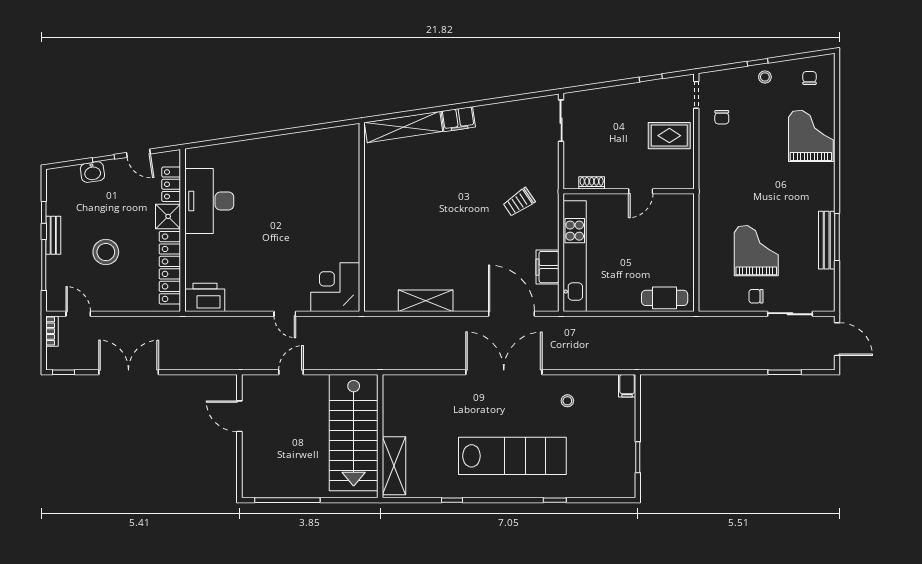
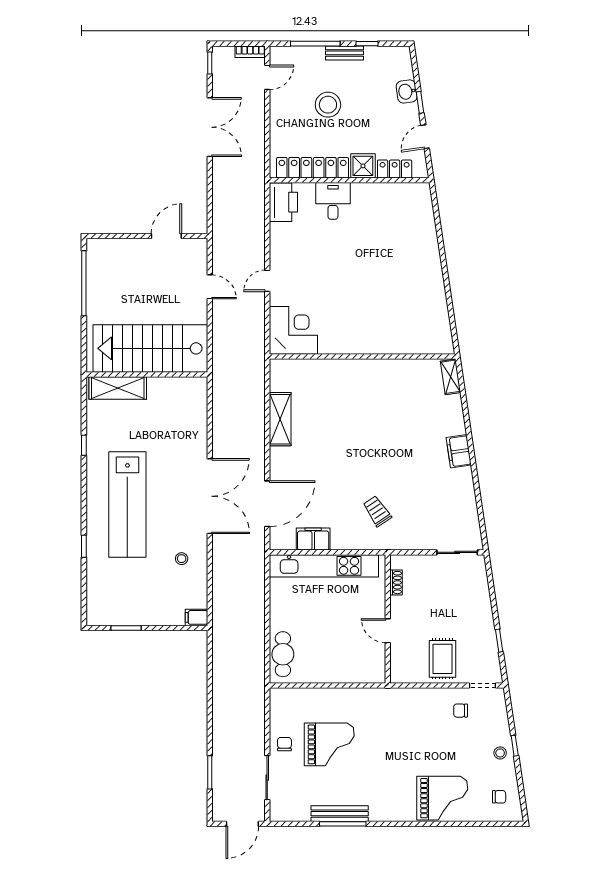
shelving: (403, 127) -> (450, 377), width x0.45, depth x0.75
desk: (209, 201) -> (333, 201), moved, width x0.53, depth x0.77

